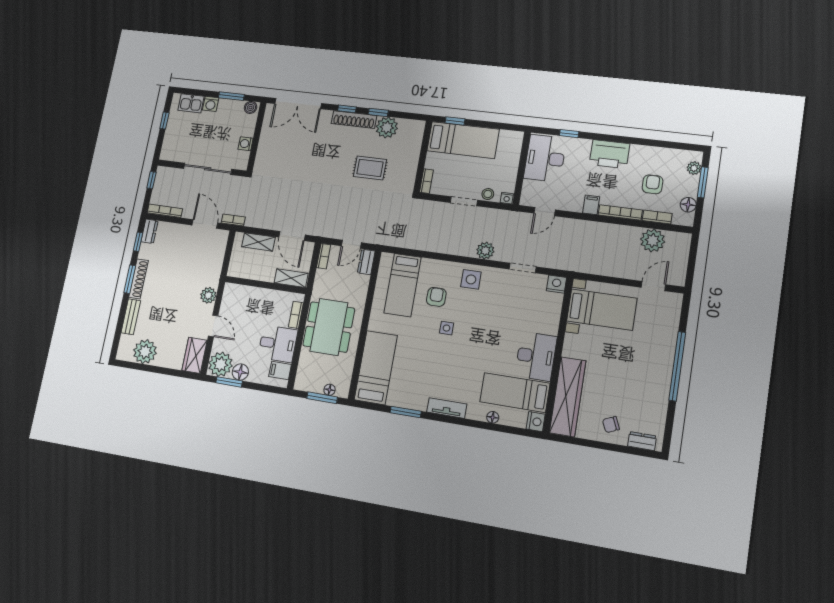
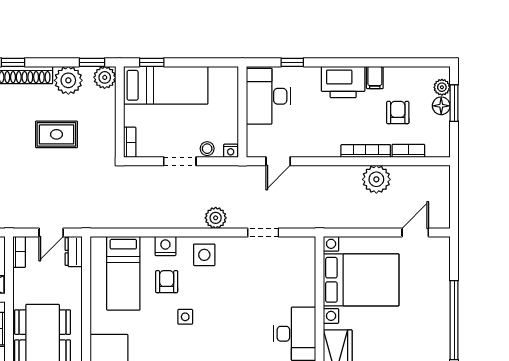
window: (378, 112) -> (92, 62), moved
plant: (416, 128) -> (105, 77), added
filing cabinet: (591, 205) -> (375, 78), moved, turned 180
floor lamp: (688, 205) -> (441, 106), moved
plant: (653, 240) -> (376, 179), moved
nightstand: (556, 284) -> (165, 246), moved
bed with nightstands: (602, 310) -> (361, 280), width x1.36

